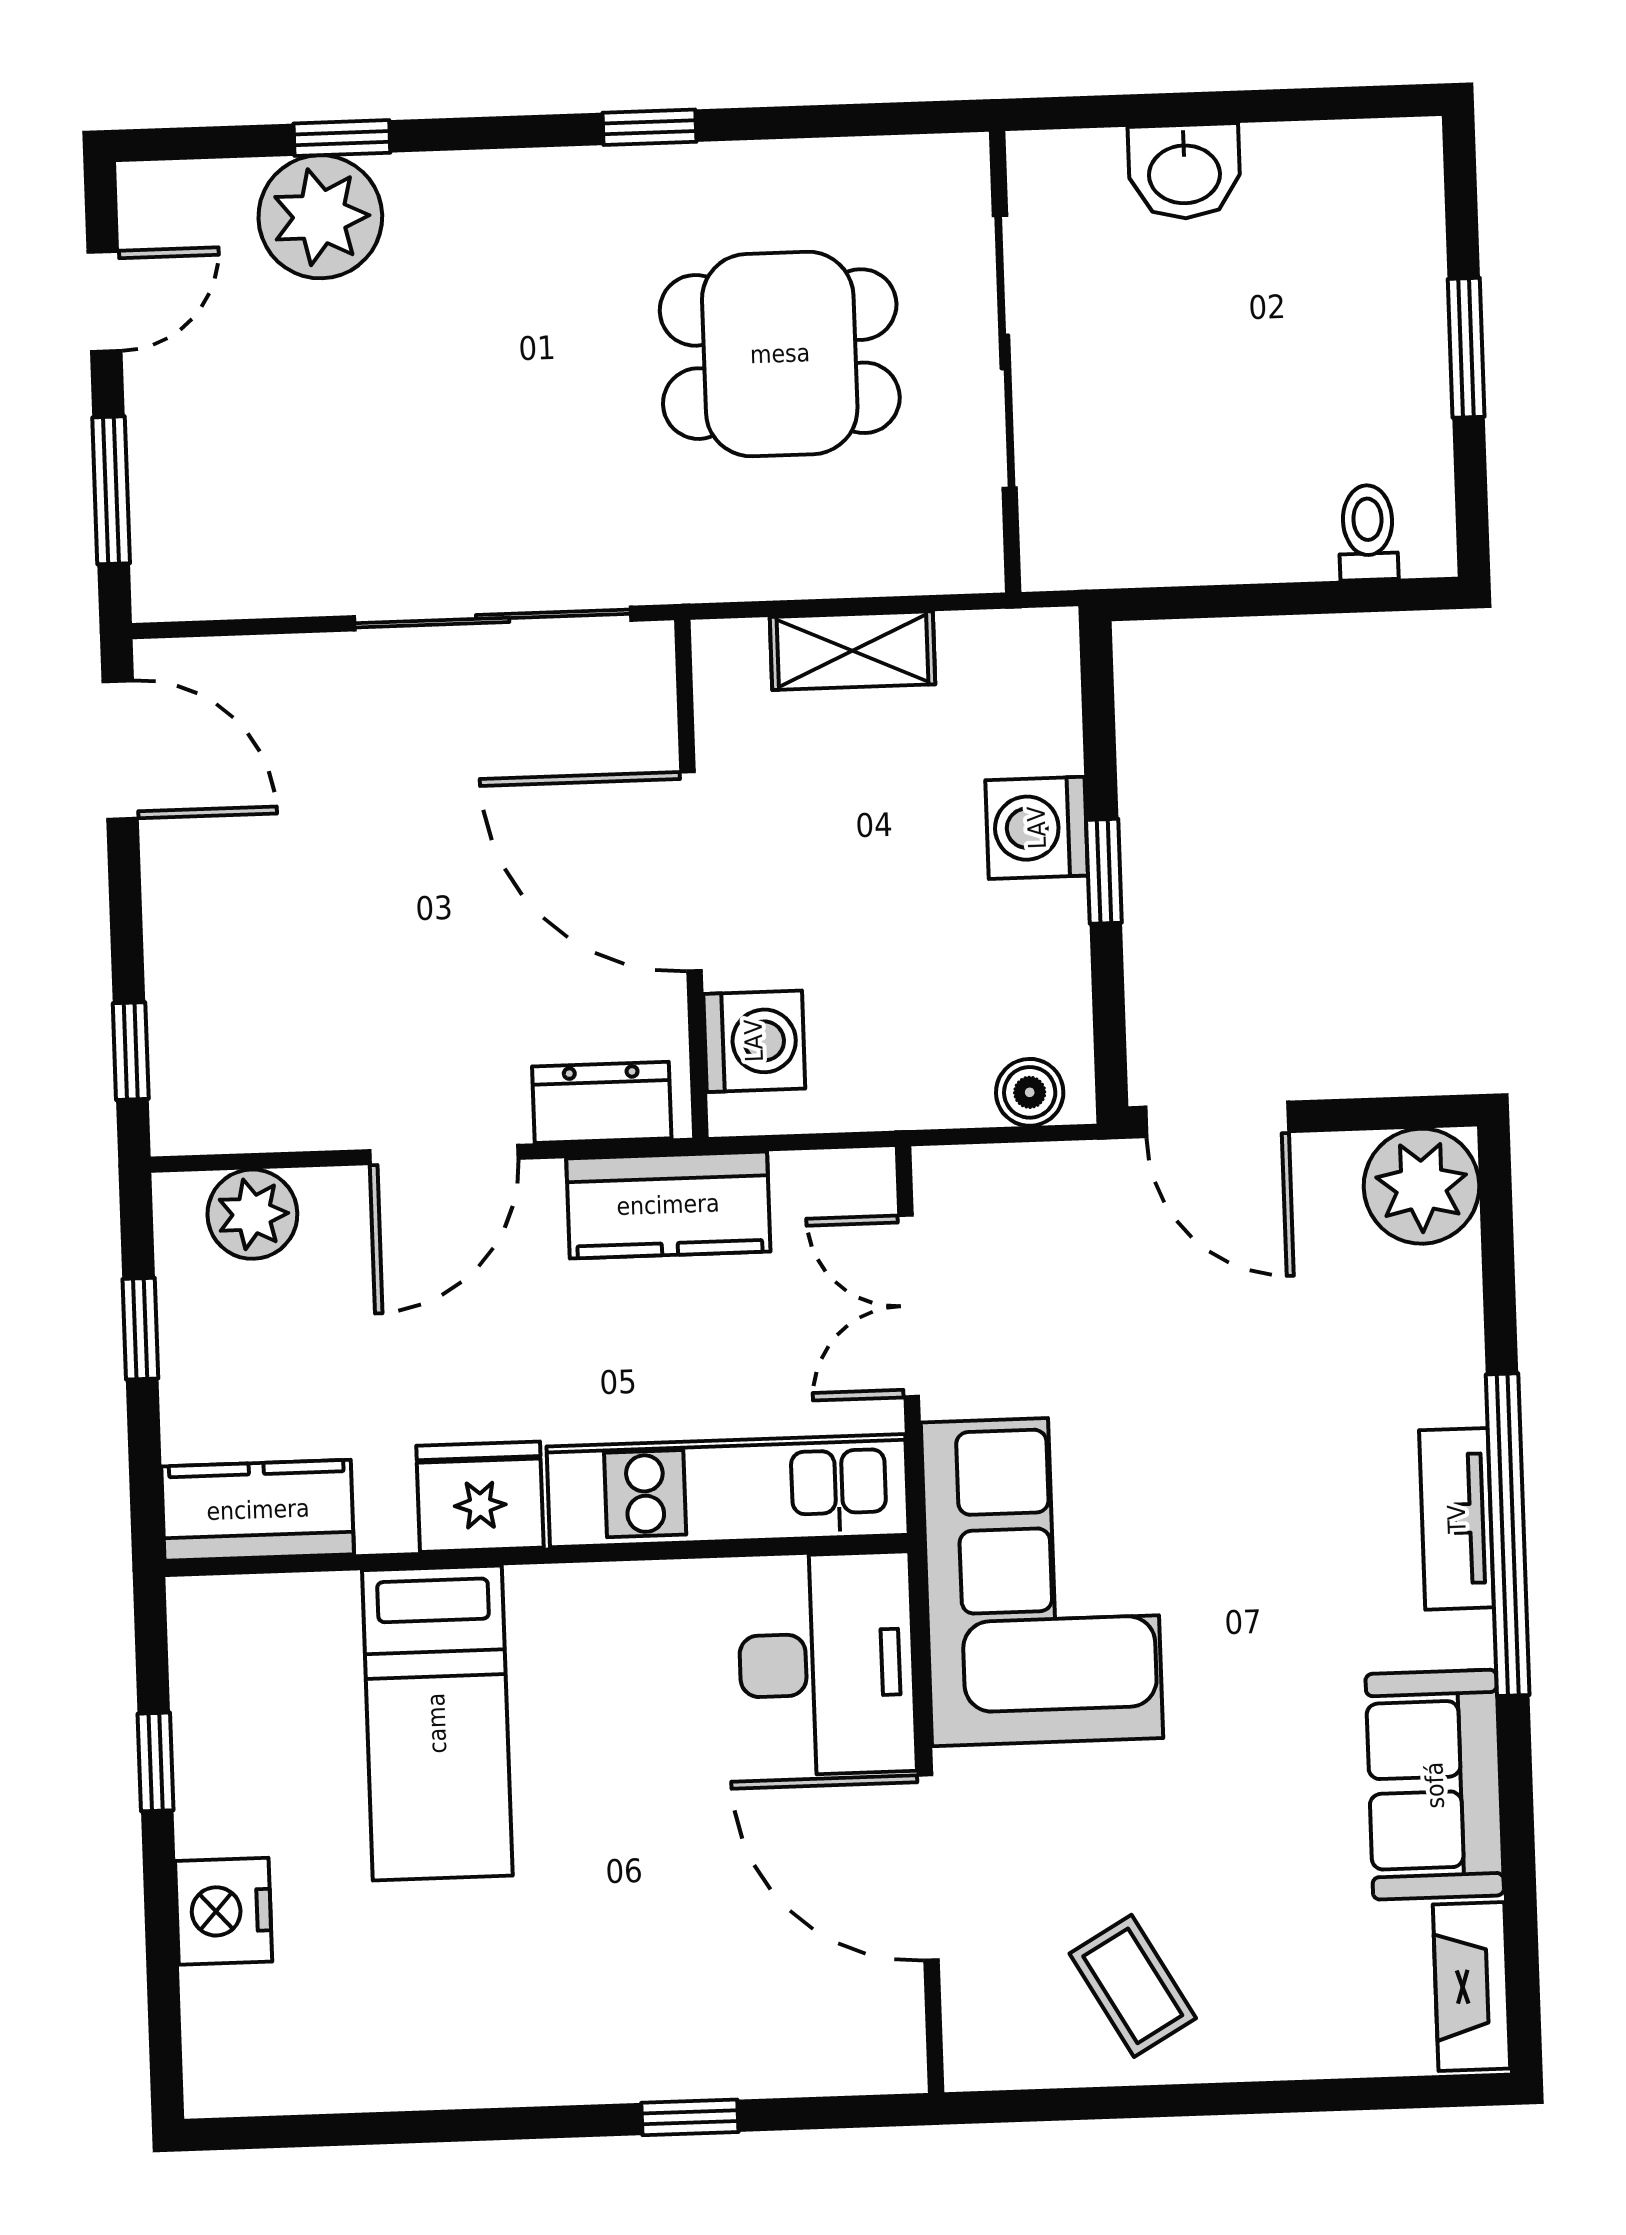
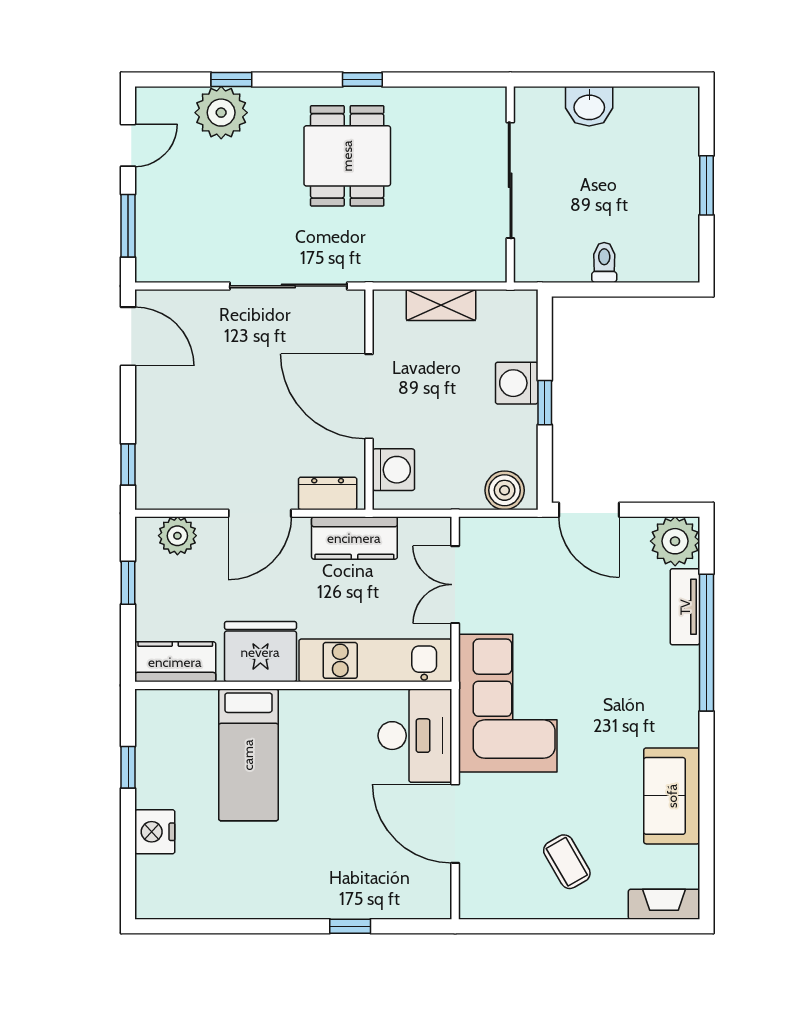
dining table: (780, 354) -> (347, 156), moved, turned 90
toilet: (1368, 533) -> (604, 262), moved
boiler: (1030, 1092) -> (505, 490), width x1.36, depth x1.36
fridge: (480, 1497) -> (260, 652), width x1.36, depth x1.34
tv unit: (1457, 1519) -> (685, 607), moved
window: (1508, 1535) -> (706, 643), moved
coffee table: (1133, 1986) -> (567, 862), moved
fireplace: (1471, 1986) -> (664, 904), moved, turned 90

